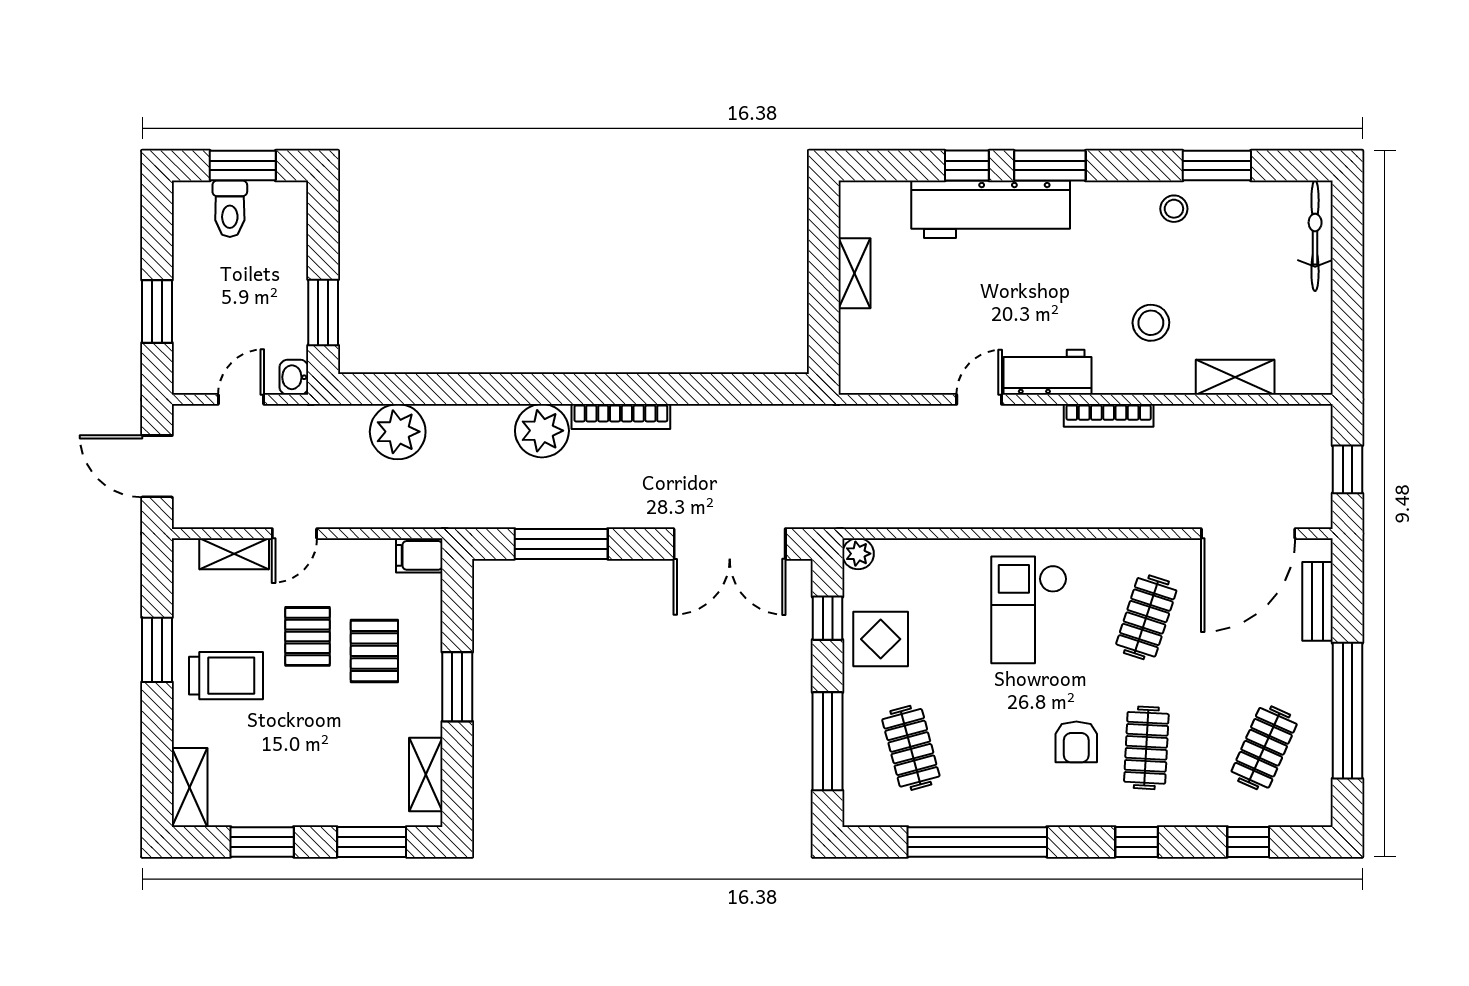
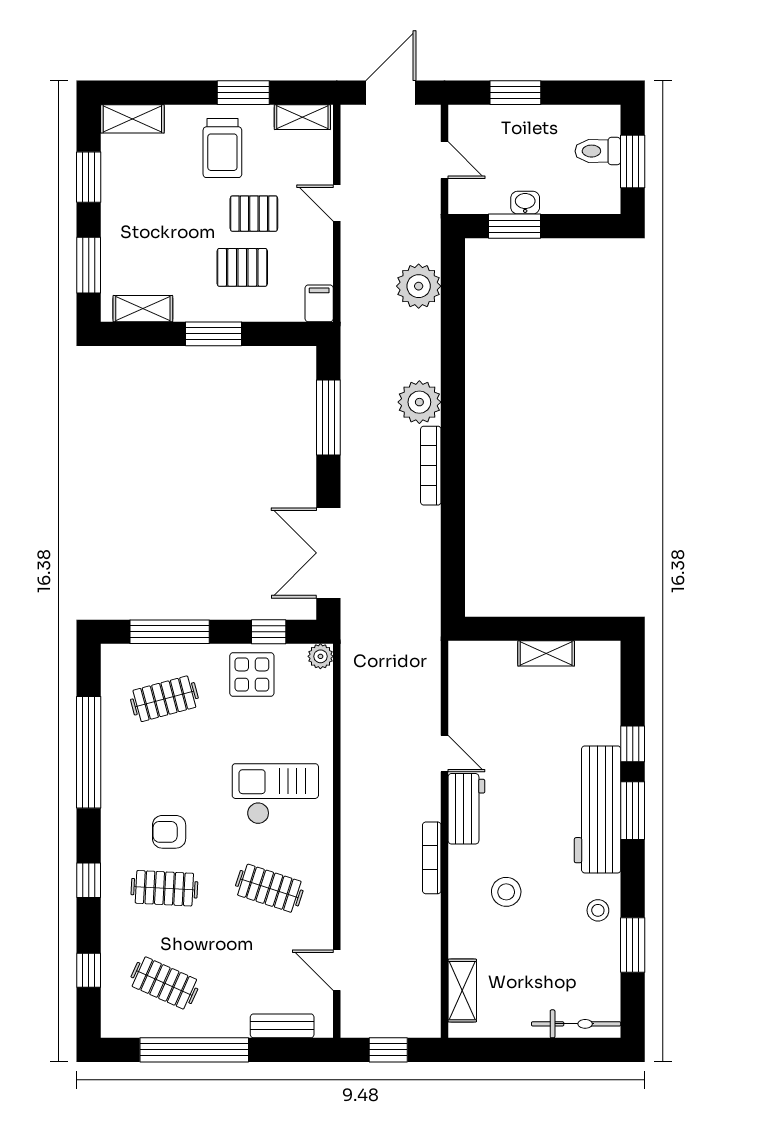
workbench: (991, 209) -> (597, 809), moved
washbasin: (294, 377) -> (525, 203), moved
shelving: (1235, 377) -> (462, 991), moved
door: (1248, 534) -> (337, 970), width x0.53
shelving: (234, 554) -> (302, 117), moved, turned 90

